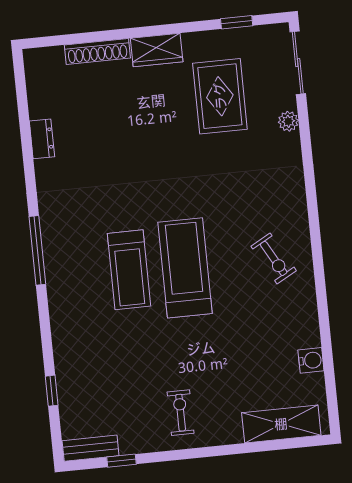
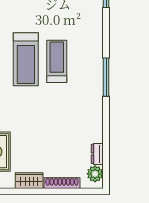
plant: (39, 74) -> (95, 174), added
dresser: (42, 139) -> (97, 154), moved

